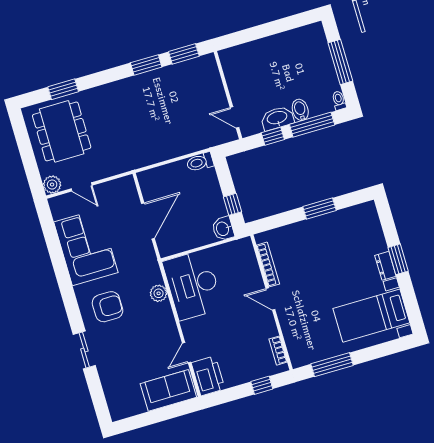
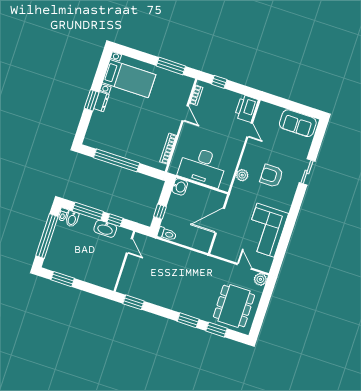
window: (287, 24) -> (63, 279), added
window: (340, 62) -> (47, 236), width x1.46
window: (146, 65) -> (188, 320), moved
bidet: (300, 110) -> (72, 219), moved
window: (232, 204) -> (160, 212), moved
window: (319, 208) -> (117, 160), width x2.11
desk: (193, 285) -> (202, 167), moved, turned 90
door: (270, 299) -> (185, 113), moved
armchair: (108, 307) -> (271, 176), moved
door: (186, 353) -> (250, 130), hinge flipped
sofa: (168, 390) -> (298, 123), moved

